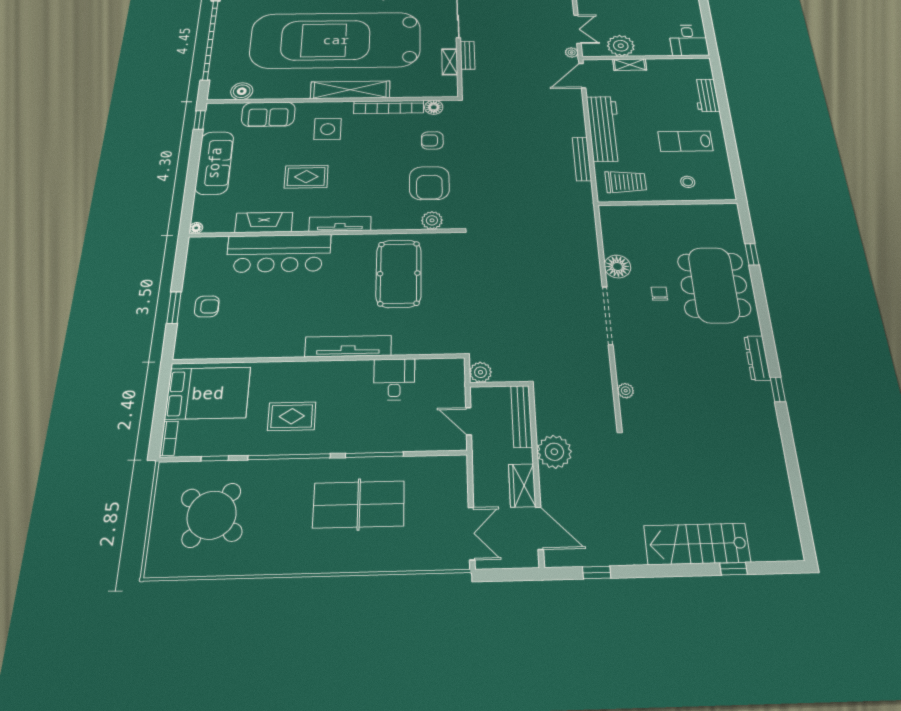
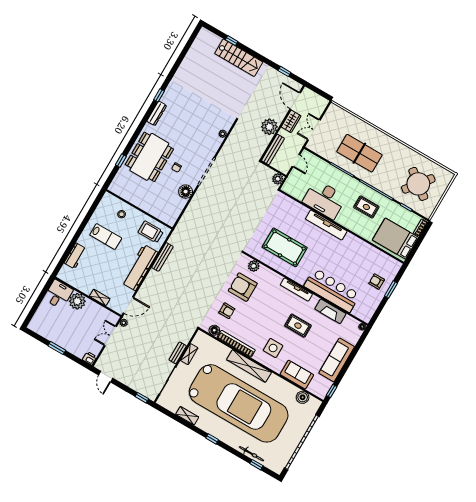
plant: (621, 46) -> (77, 301), moved
armchair: (429, 183) -> (243, 287), turned -90
pool table: (399, 273) -> (285, 247), turned 90
desk: (394, 379) -> (325, 199), width x1.87, depth x1.30
double door: (472, 534) -> (314, 130), moved

